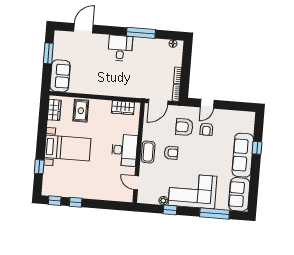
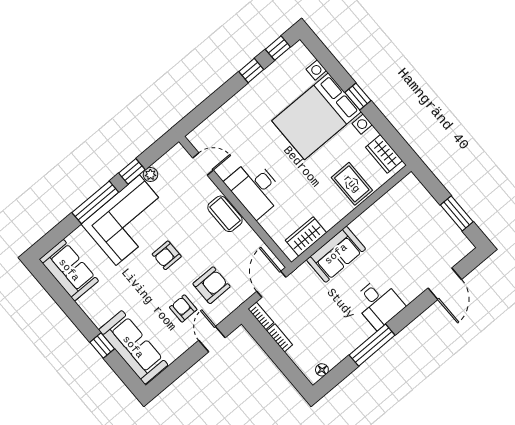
sofa: (60, 76) -> (336, 254), moved, turned -90
bed with nightstands: (68, 148) -> (317, 116), width x1.36
armchair: (171, 153) -> (167, 255), moved
sofa: (243, 155) -> (133, 347), moved
window: (39, 167) -> (358, 96), moved
window: (215, 214) -> (95, 202), moved

